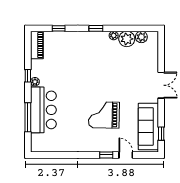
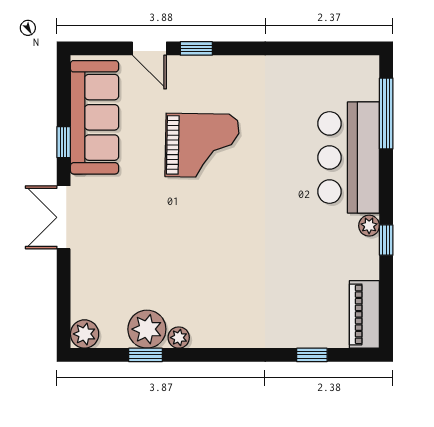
window: (96, 28) -> (145, 355), moved
plant: (141, 37) -> (85, 334), moved
window: (28, 117) -> (386, 113), moved
window: (161, 134) -> (64, 142), moved

